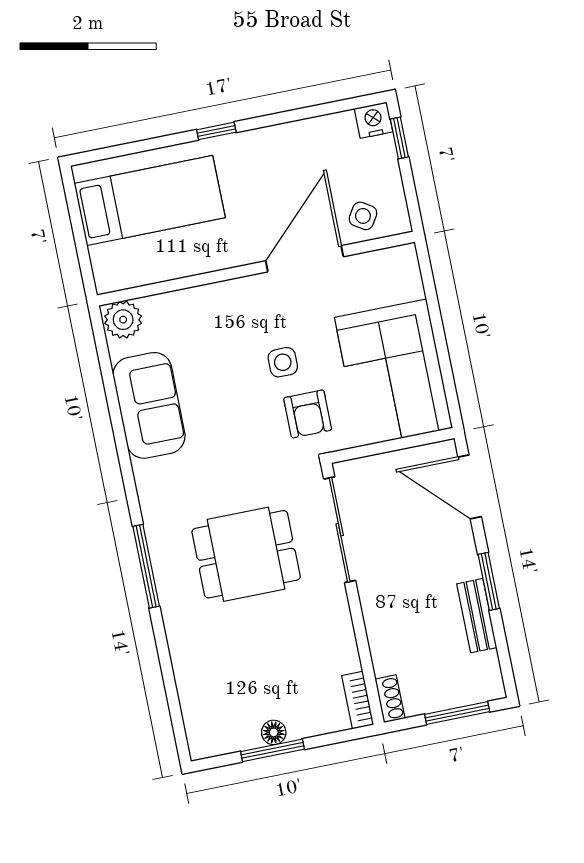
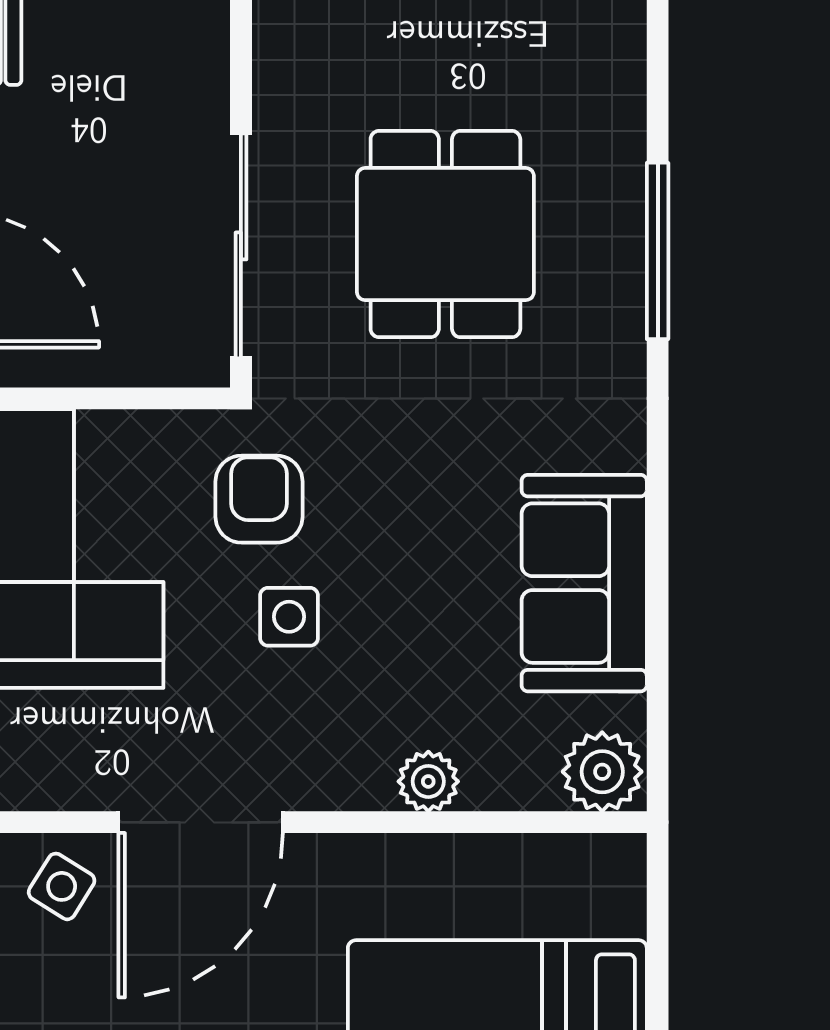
plant: (203, 299) -> (428, 781), added
dining table: (246, 554) -> (445, 234), turned 90

